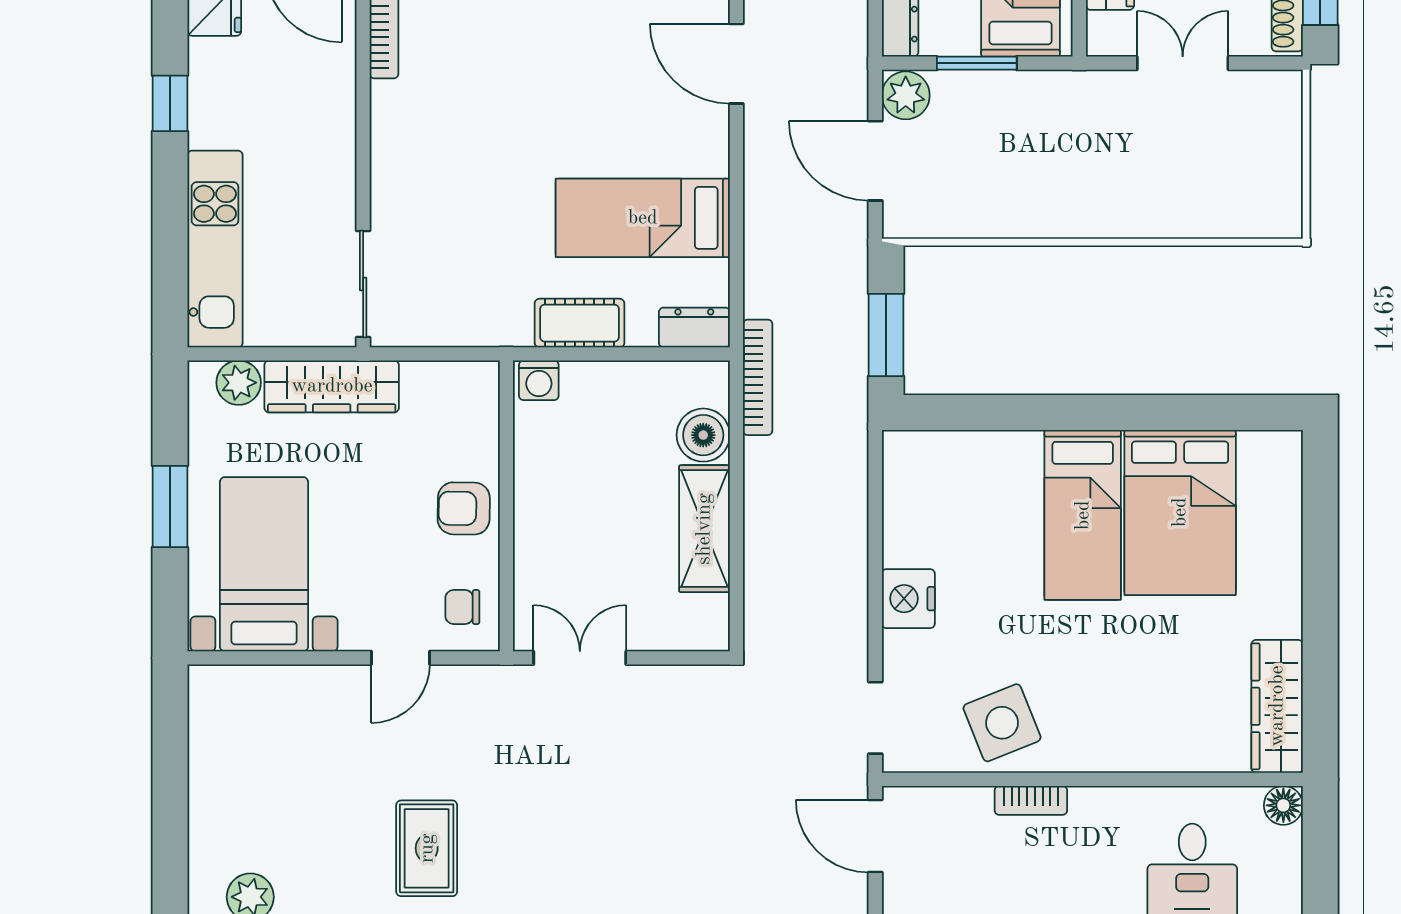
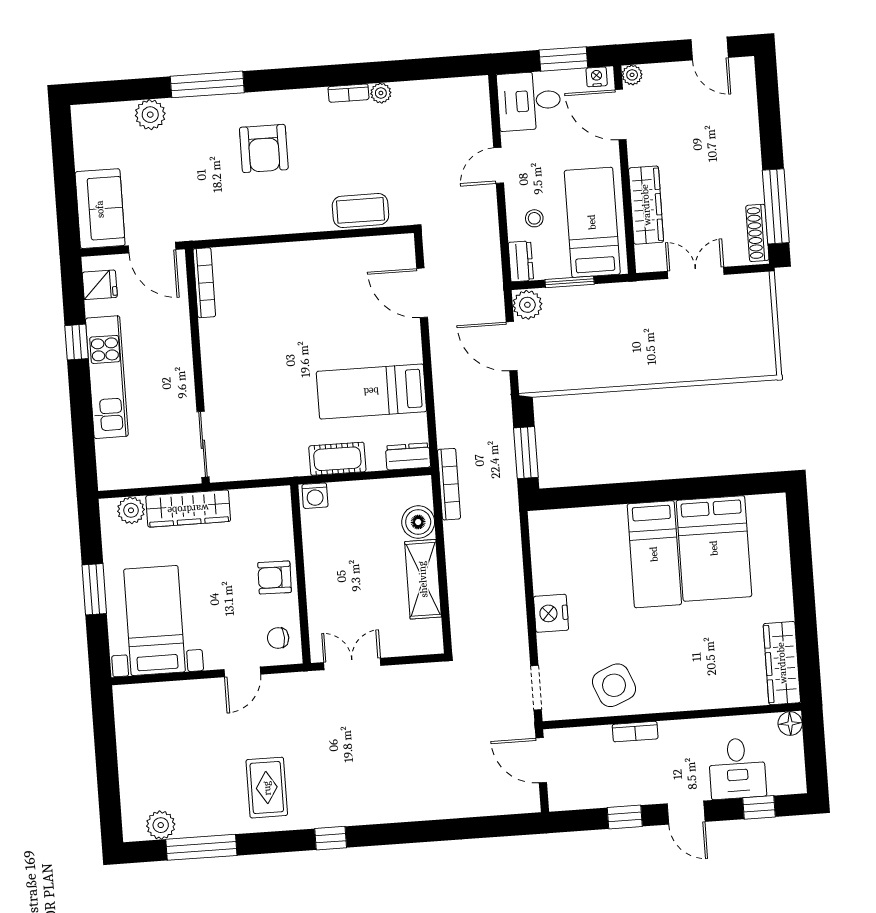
kitchen unit: (215, 249) -> (107, 377), moved

